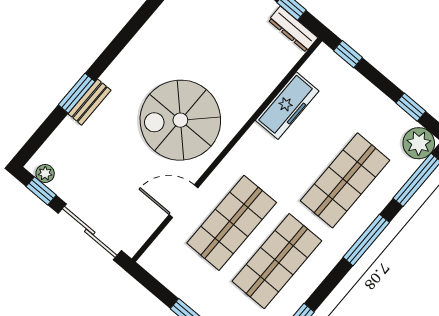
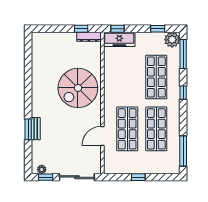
freezer: (287, 106) -> (119, 39), moved, turned 90
spiral stairs: (180, 120) -> (78, 88), moved
window: (366, 240) -> (183, 93), width x0.46

